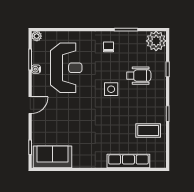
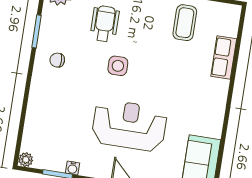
reception desk: (66, 68) -> (129, 125), moved
row of seats: (128, 161) -> (224, 57), width x0.68

